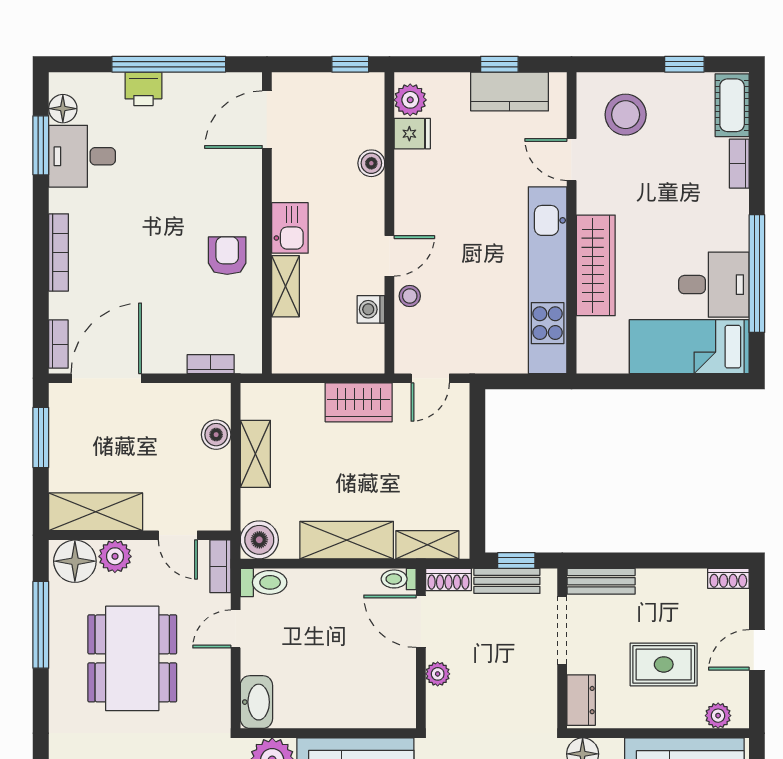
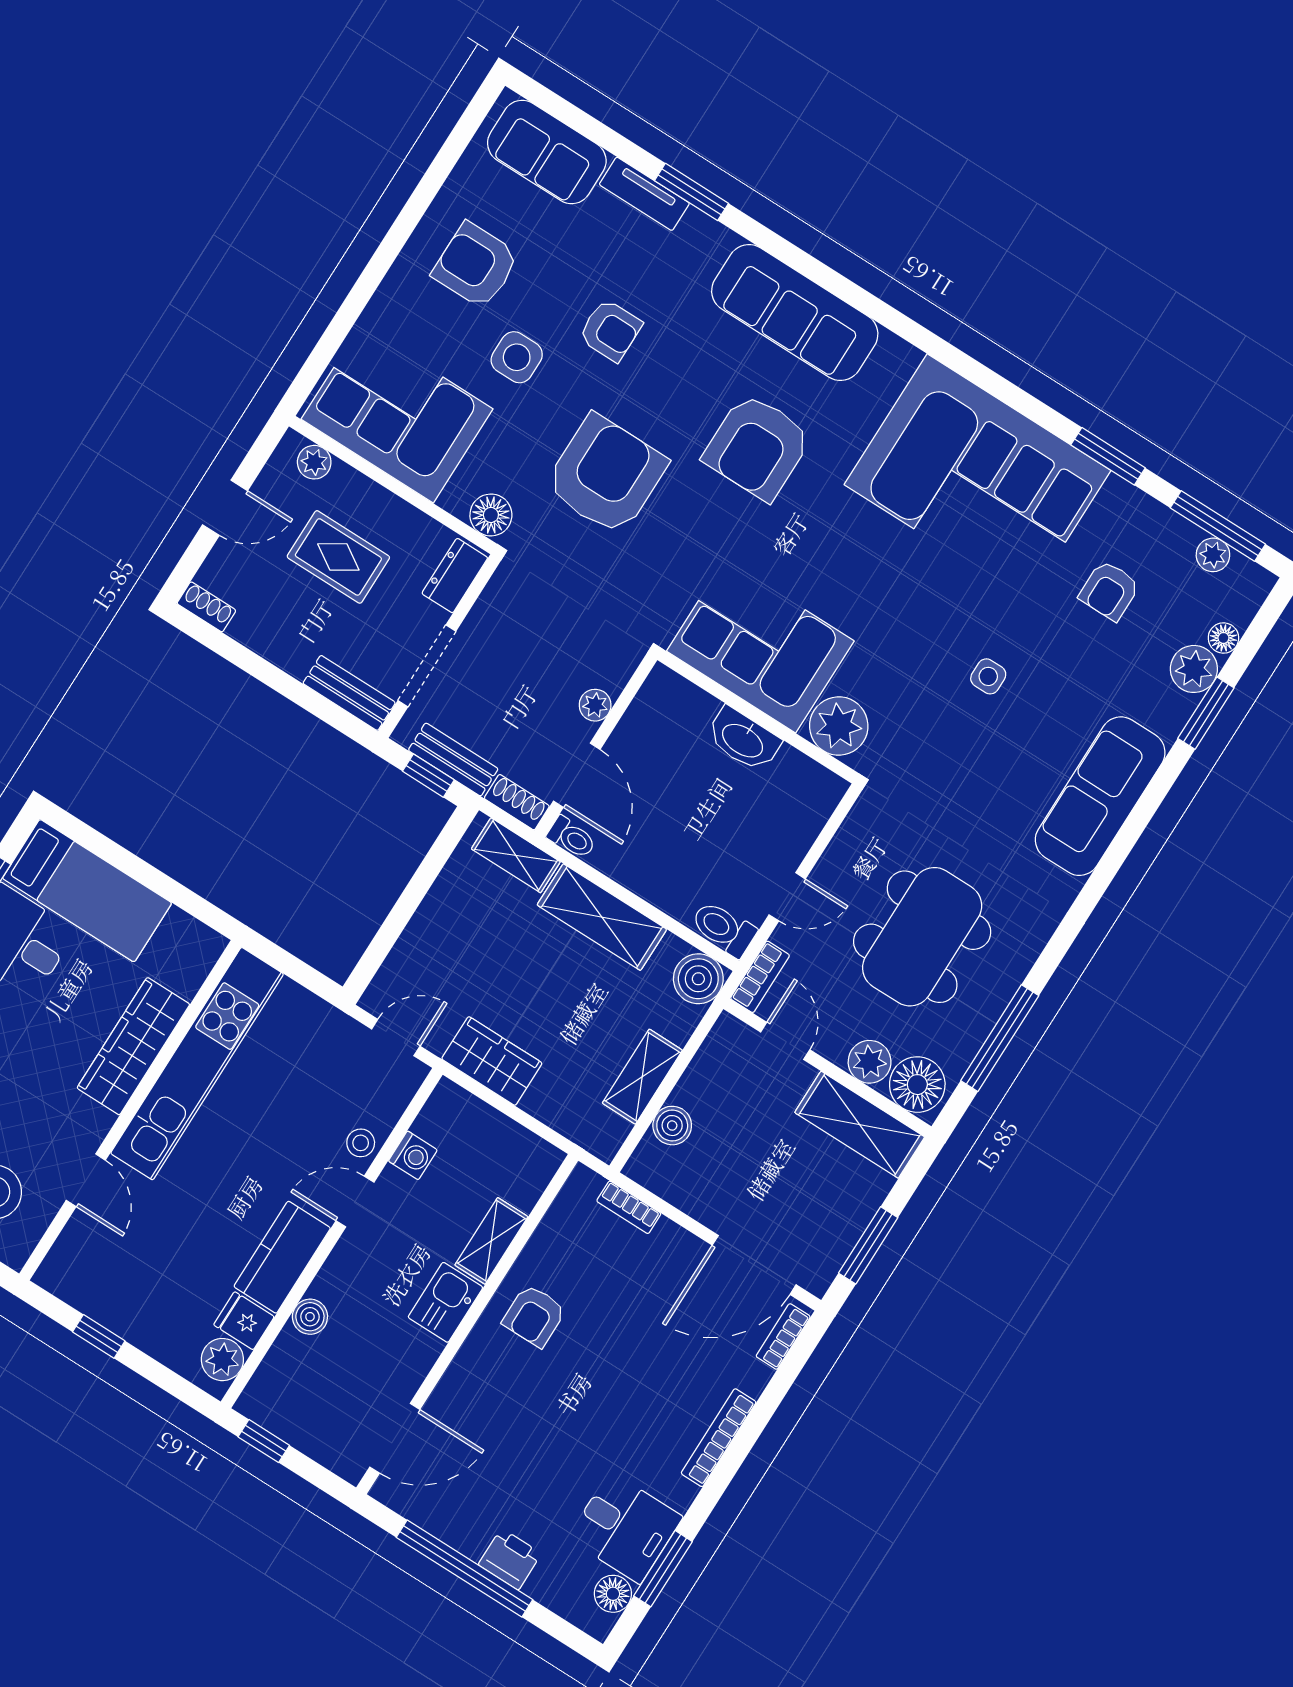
kitchen counter: (510, 91) -> (282, 1257), moved, turned -90
washbasin: (256, 702) -> (743, 740), moved, turned -90

